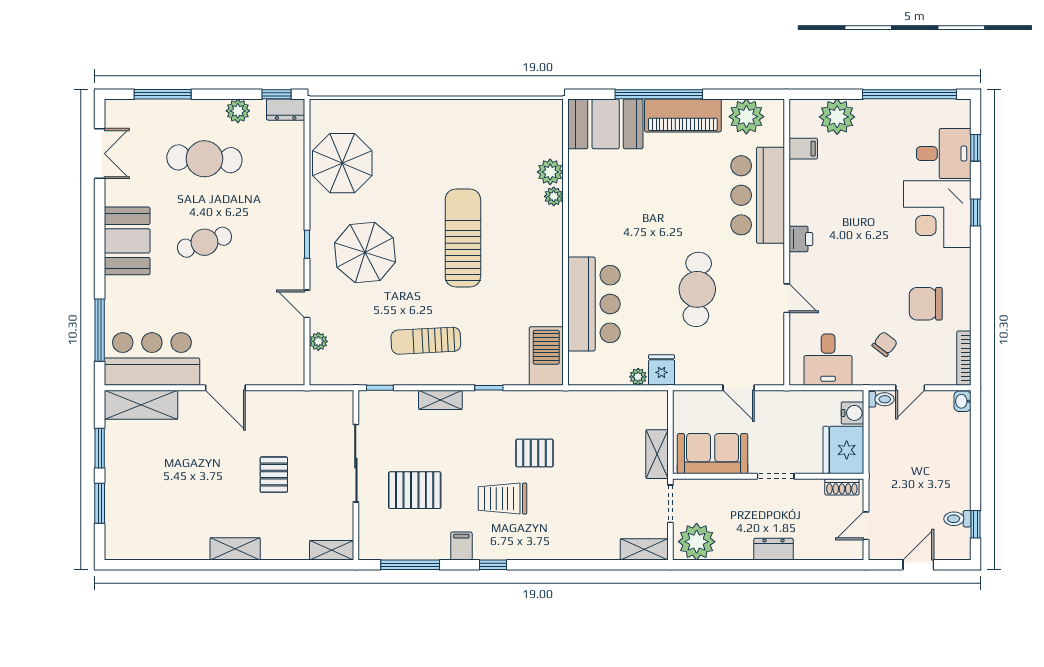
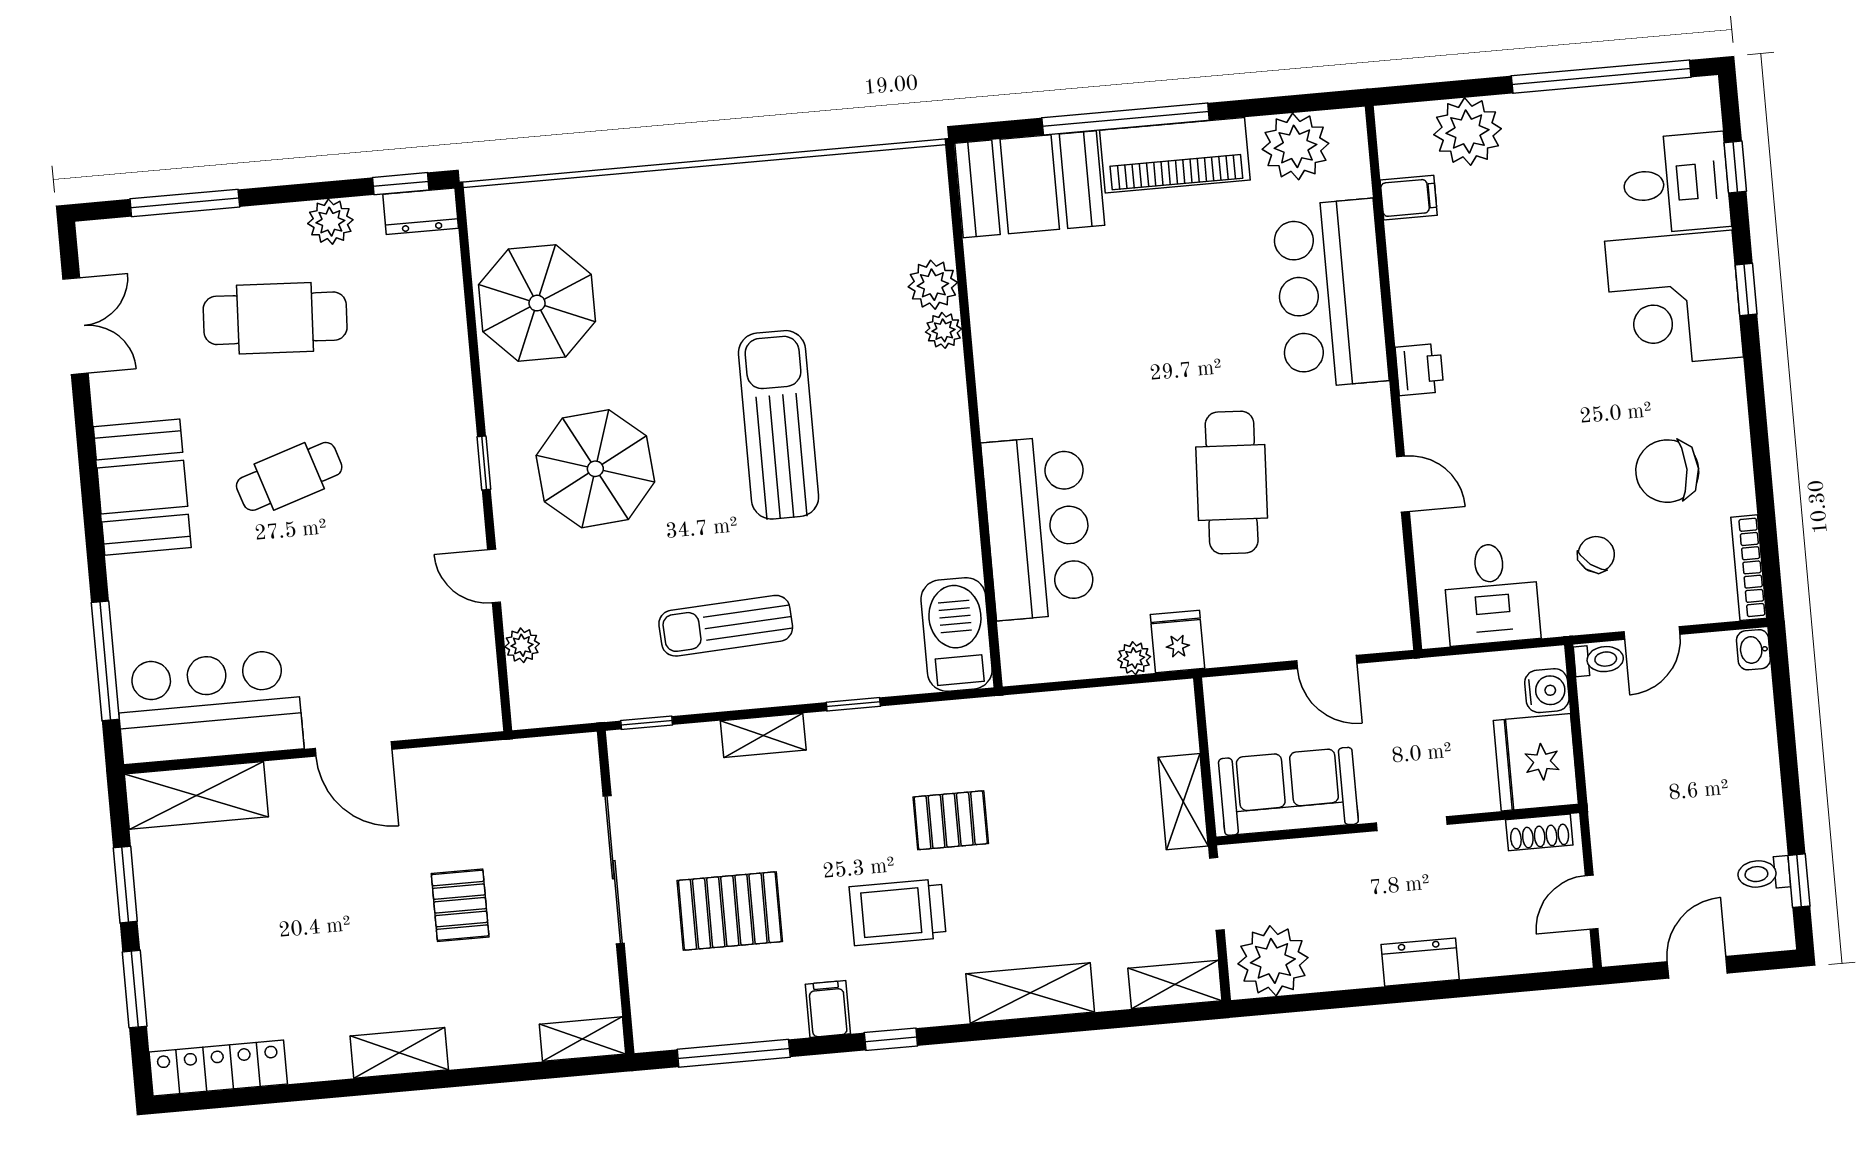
shelving: (568, 547) -> (1030, 993), added
locker: (140, 548) -> (218, 1068), added

